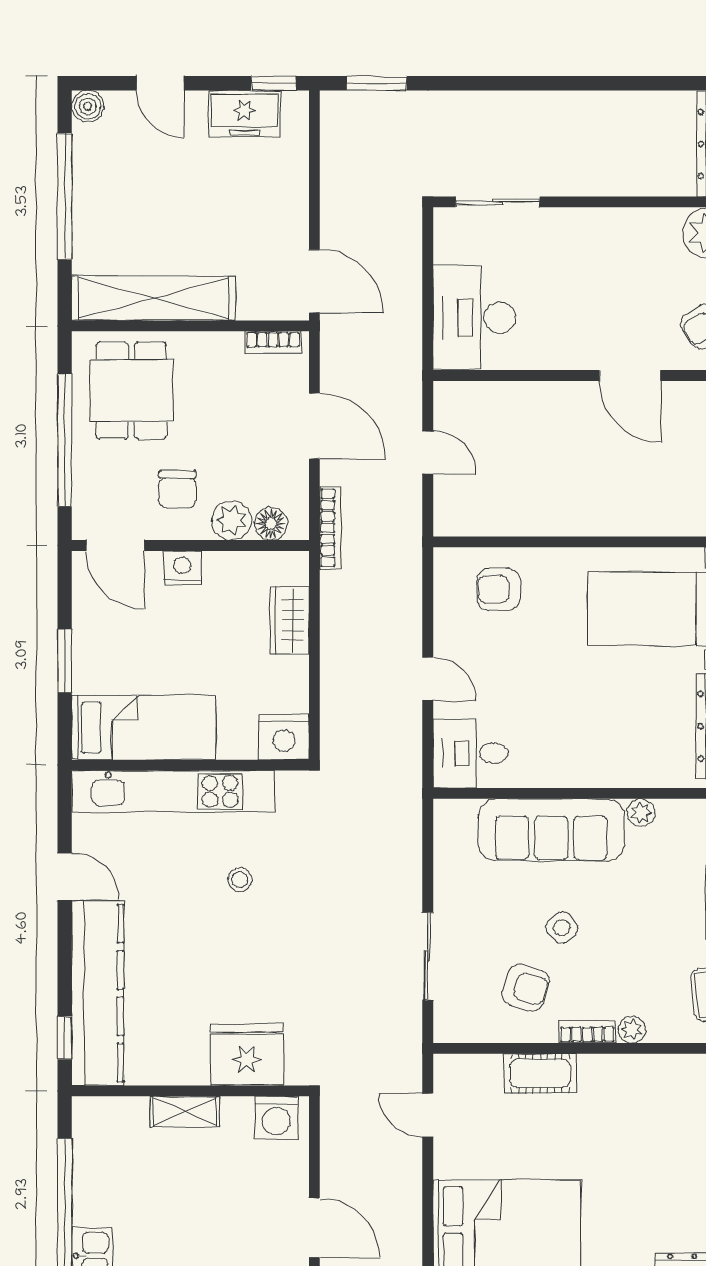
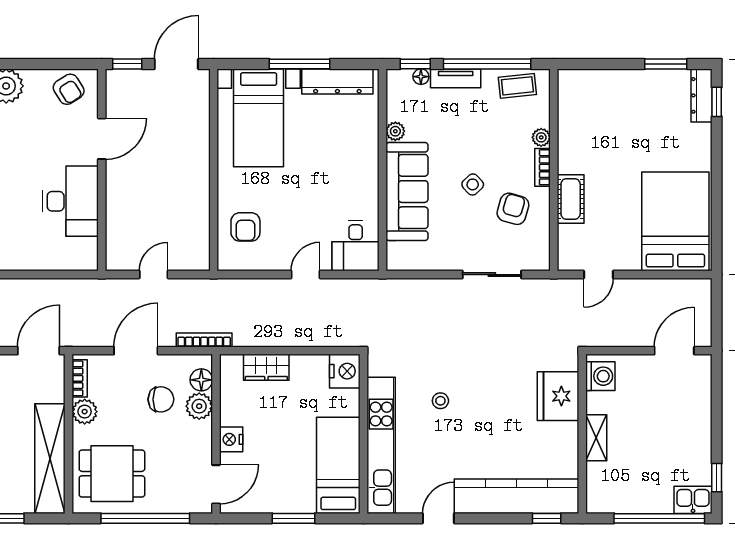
desk: (474, 318) -> (71, 201), moved, turned -90
plant: (224, 350) -> (85, 412), added
chair: (177, 489) -> (161, 399), moved

